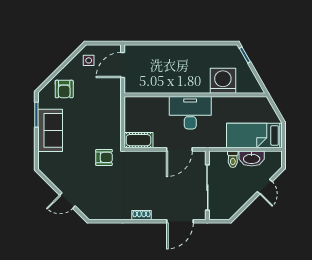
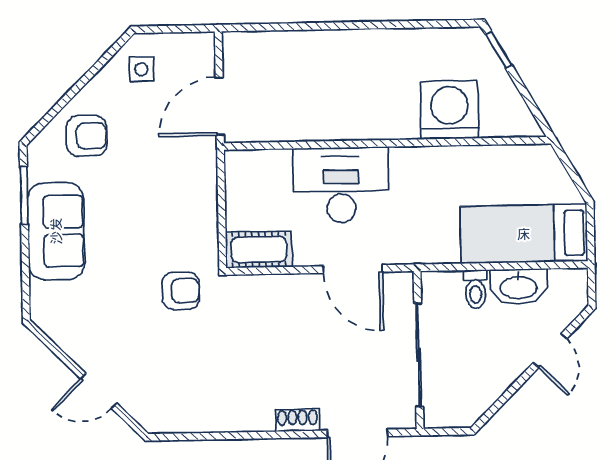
door: (123, 65) -> (220, 106), moved
armchair: (64, 89) -> (86, 136), turned -90
desk: (190, 113) -> (341, 185), moved
door: (179, 149) -> (353, 269), hinge flipped
shoe rack: (141, 215) -> (298, 420), moved

